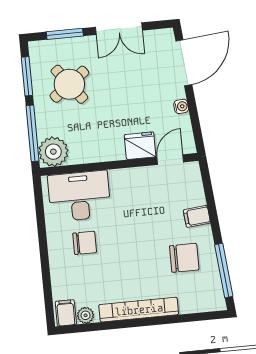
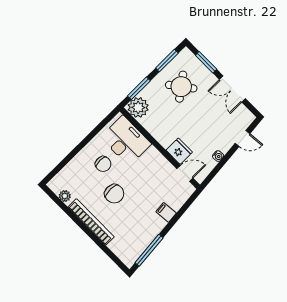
door: (184, 63) -> (243, 138), width x0.53
window: (32, 133) -> (139, 88), width x0.69
chair: (184, 258) -> (114, 194), moved
filing cabinet: (66, 313) -> (57, 184), removed

